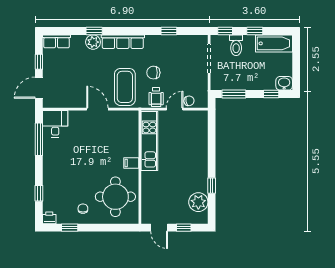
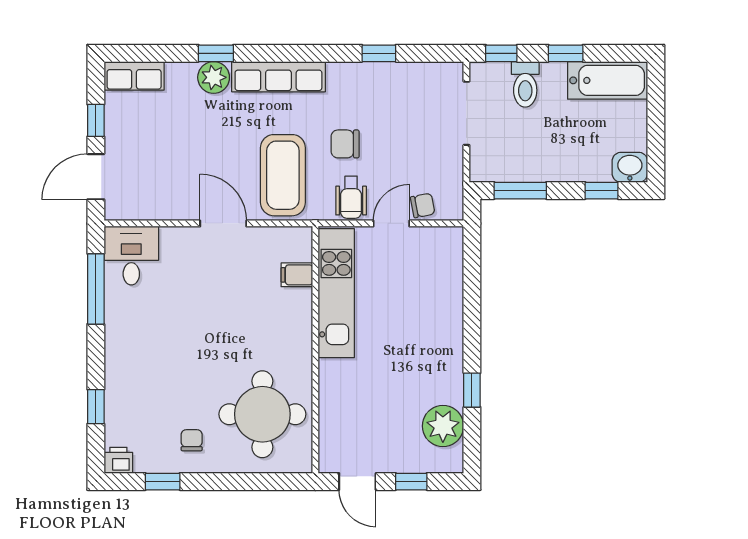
filing cabinet: (131, 163) -> (297, 275), moved

